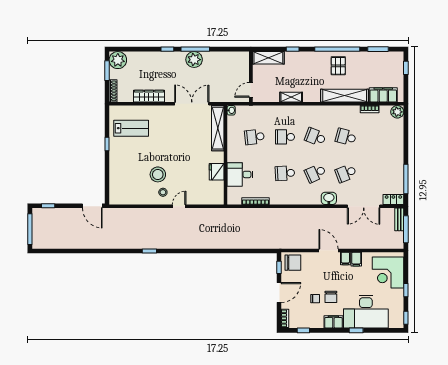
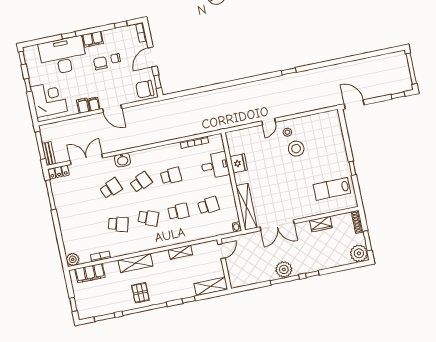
wardrobe: (149, 96) -> (321, 224), width x0.67
shelving: (345, 96) -> (135, 263), width x0.68

